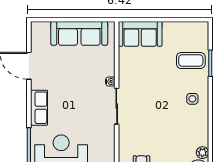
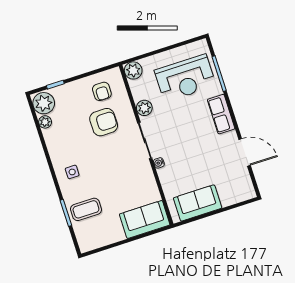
sofa: (79, 33) -> (198, 203), width x0.73
armchair: (149, 135) -> (104, 122), added
plant: (107, 136) -> (144, 108), added

